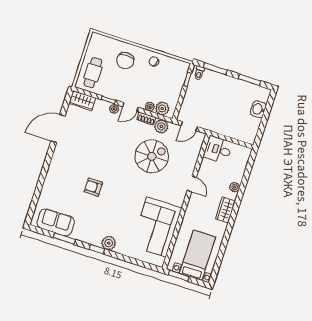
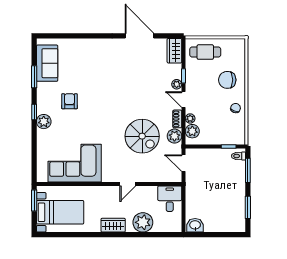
washbasin: (258, 109) -> (195, 225), moved
armchair: (93, 187) -> (70, 101), moved
plant: (235, 187) -> (143, 222), width x1.87, depth x1.87

